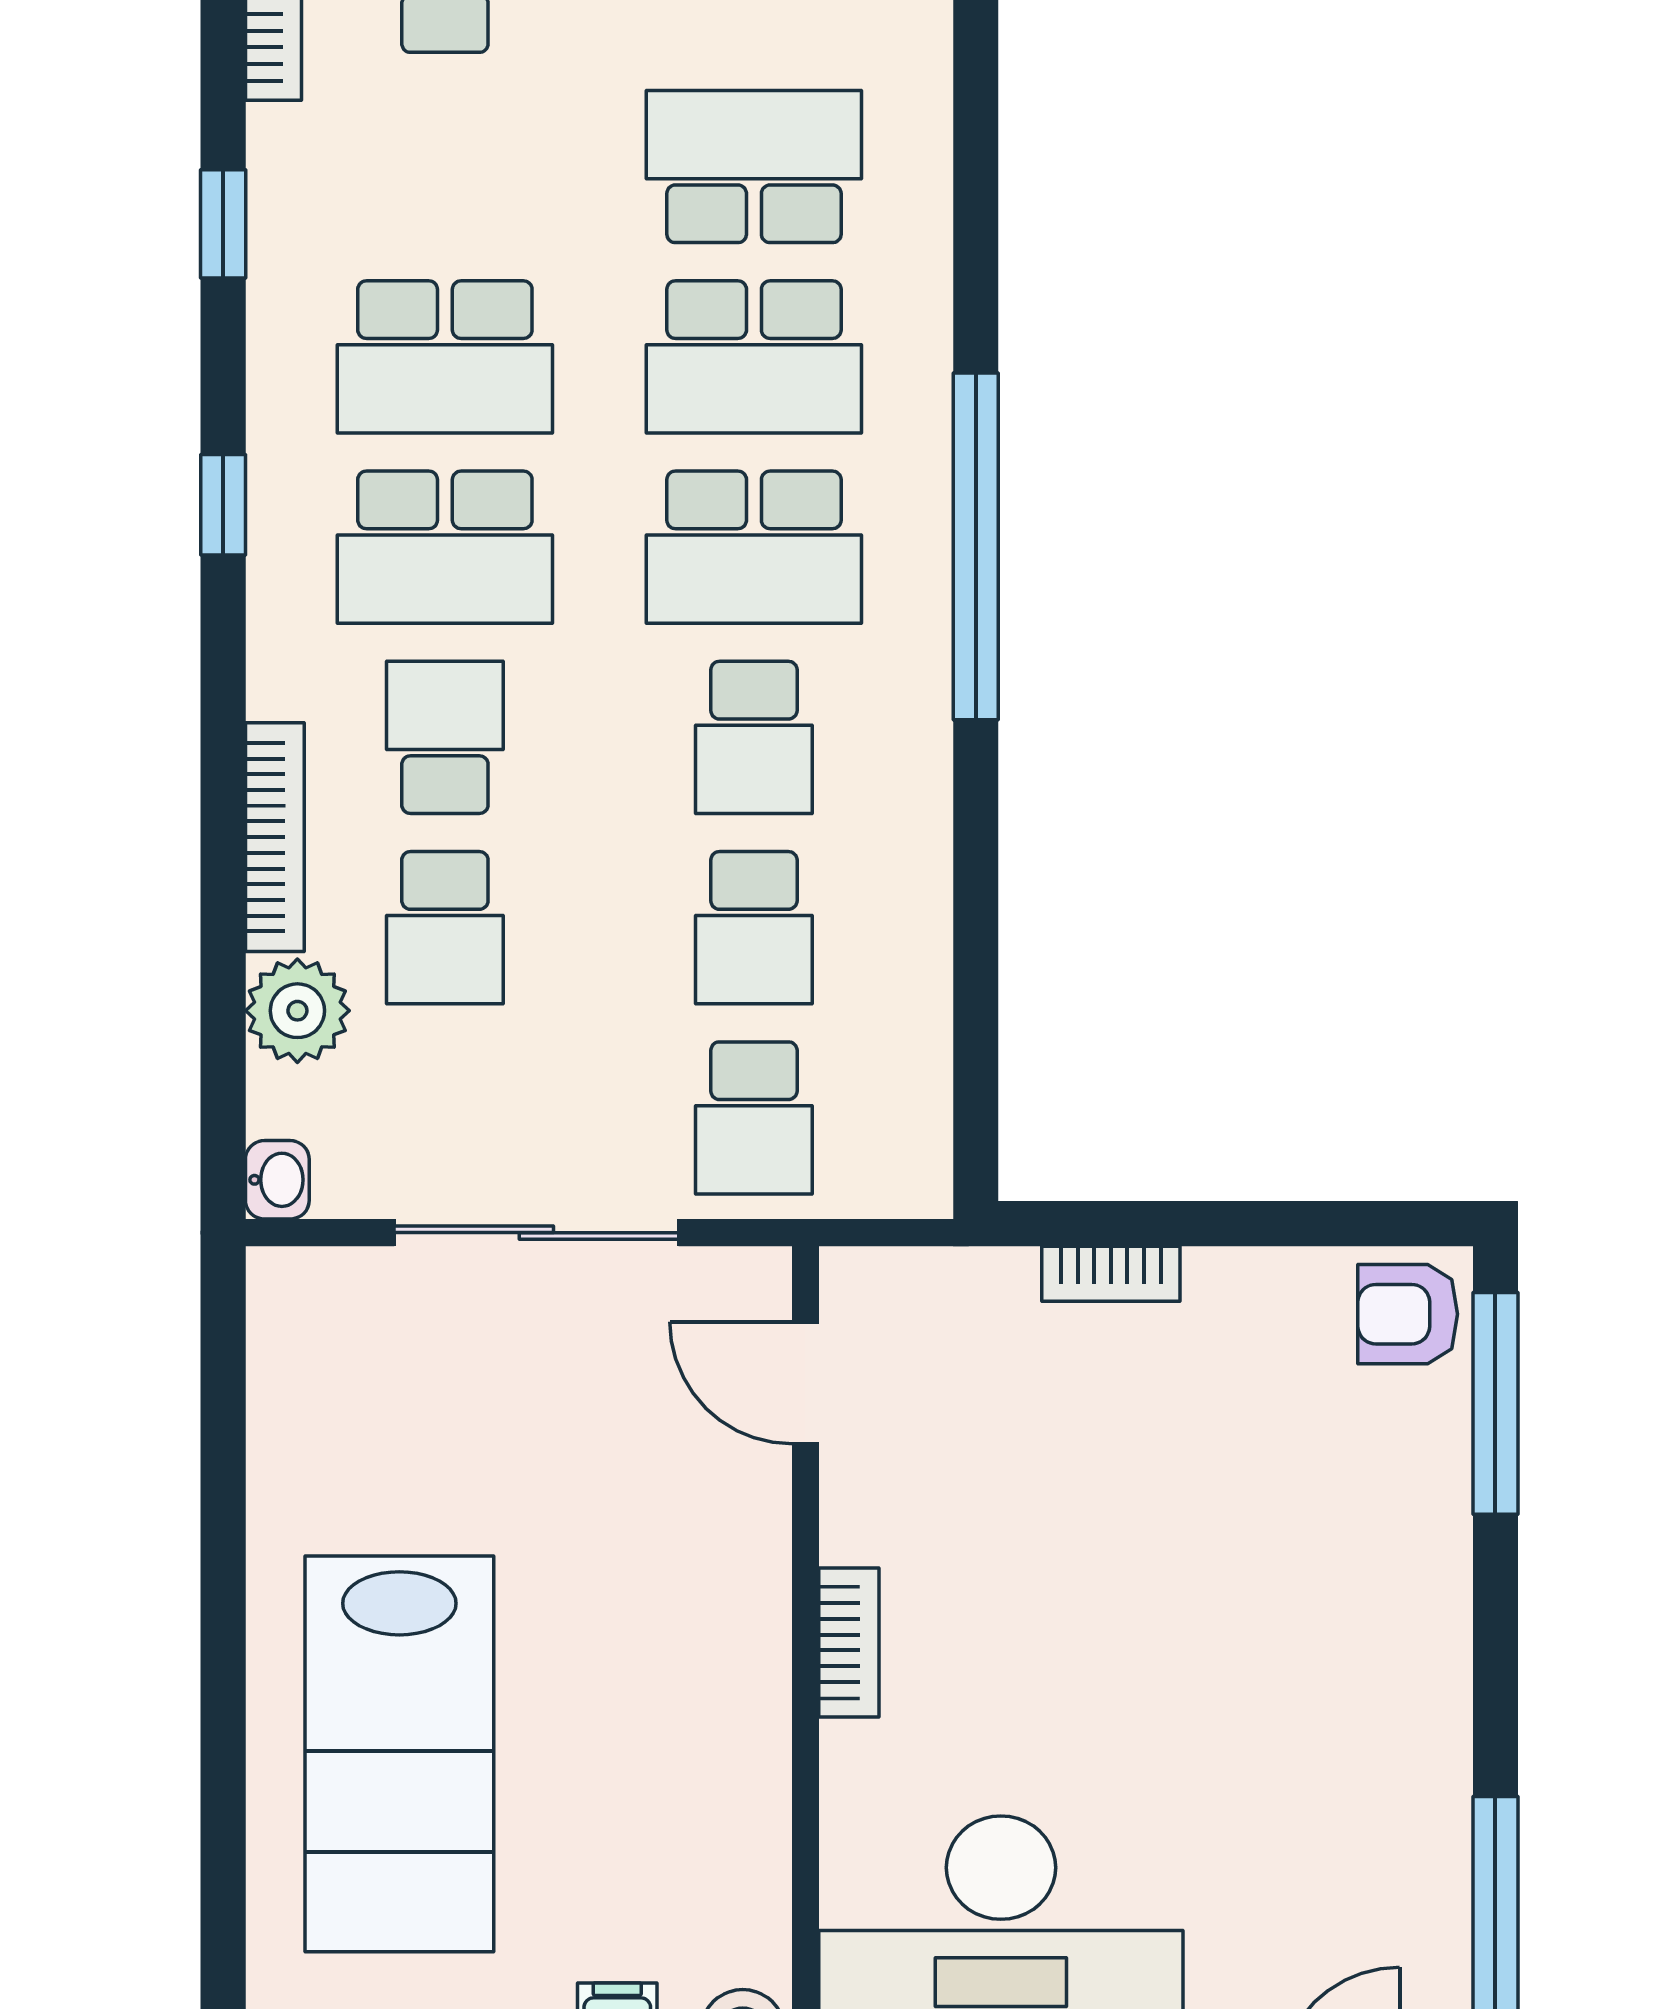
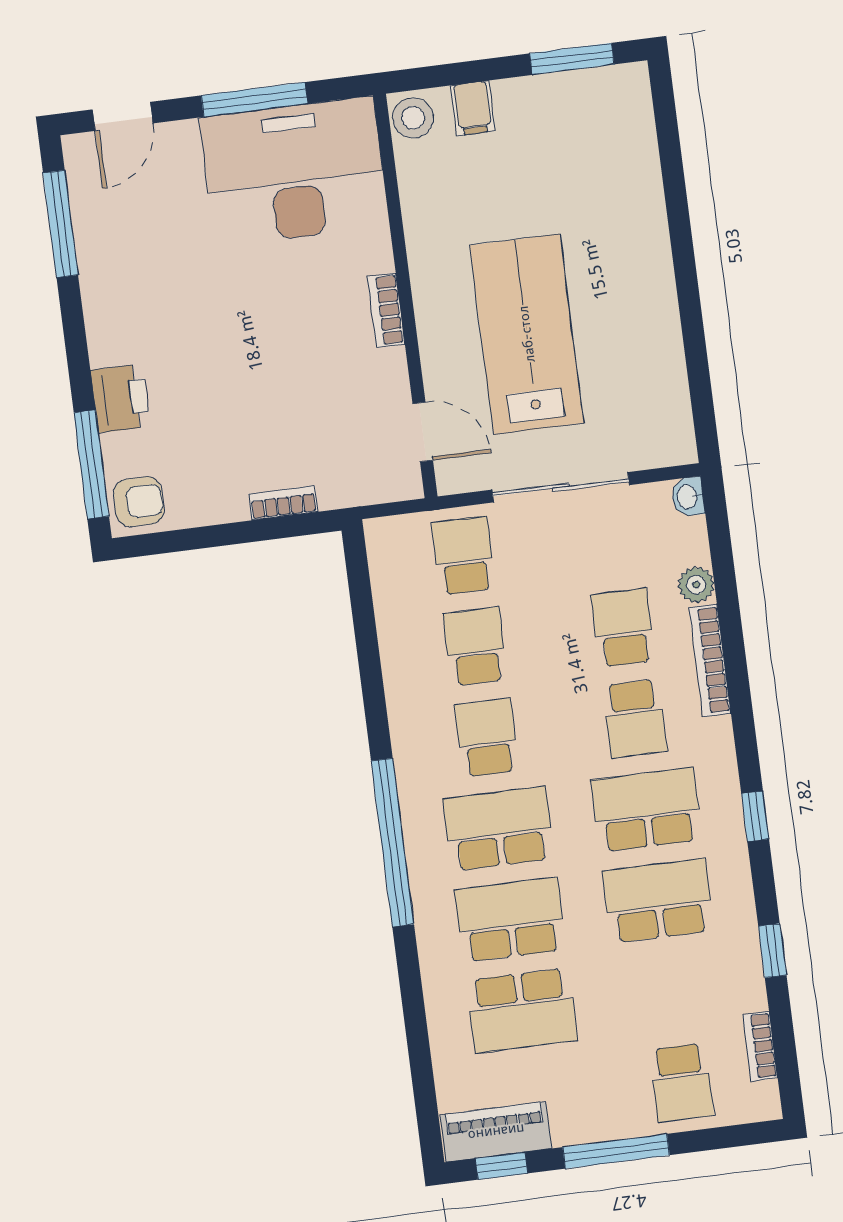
plant: (297, 1011) -> (696, 585), width x0.73, depth x0.73
printer: (1419, 1532) -> (120, 398), added
lab bench: (399, 1754) -> (527, 334), moved

